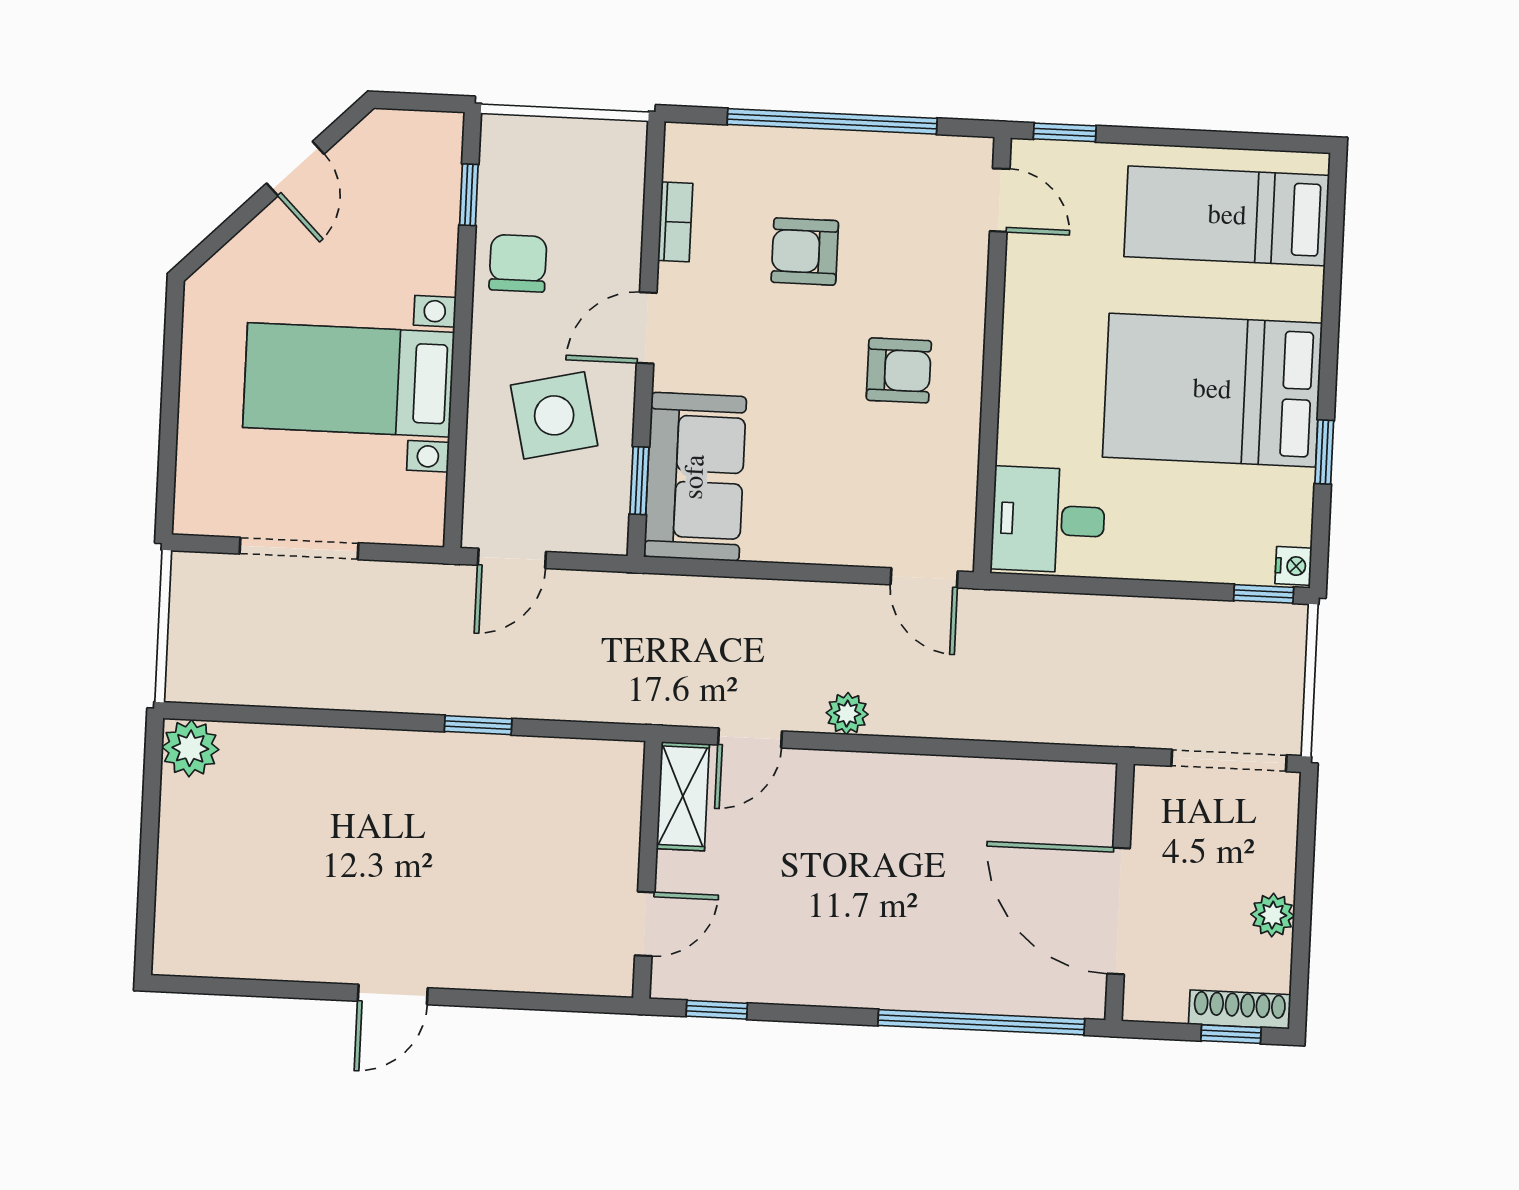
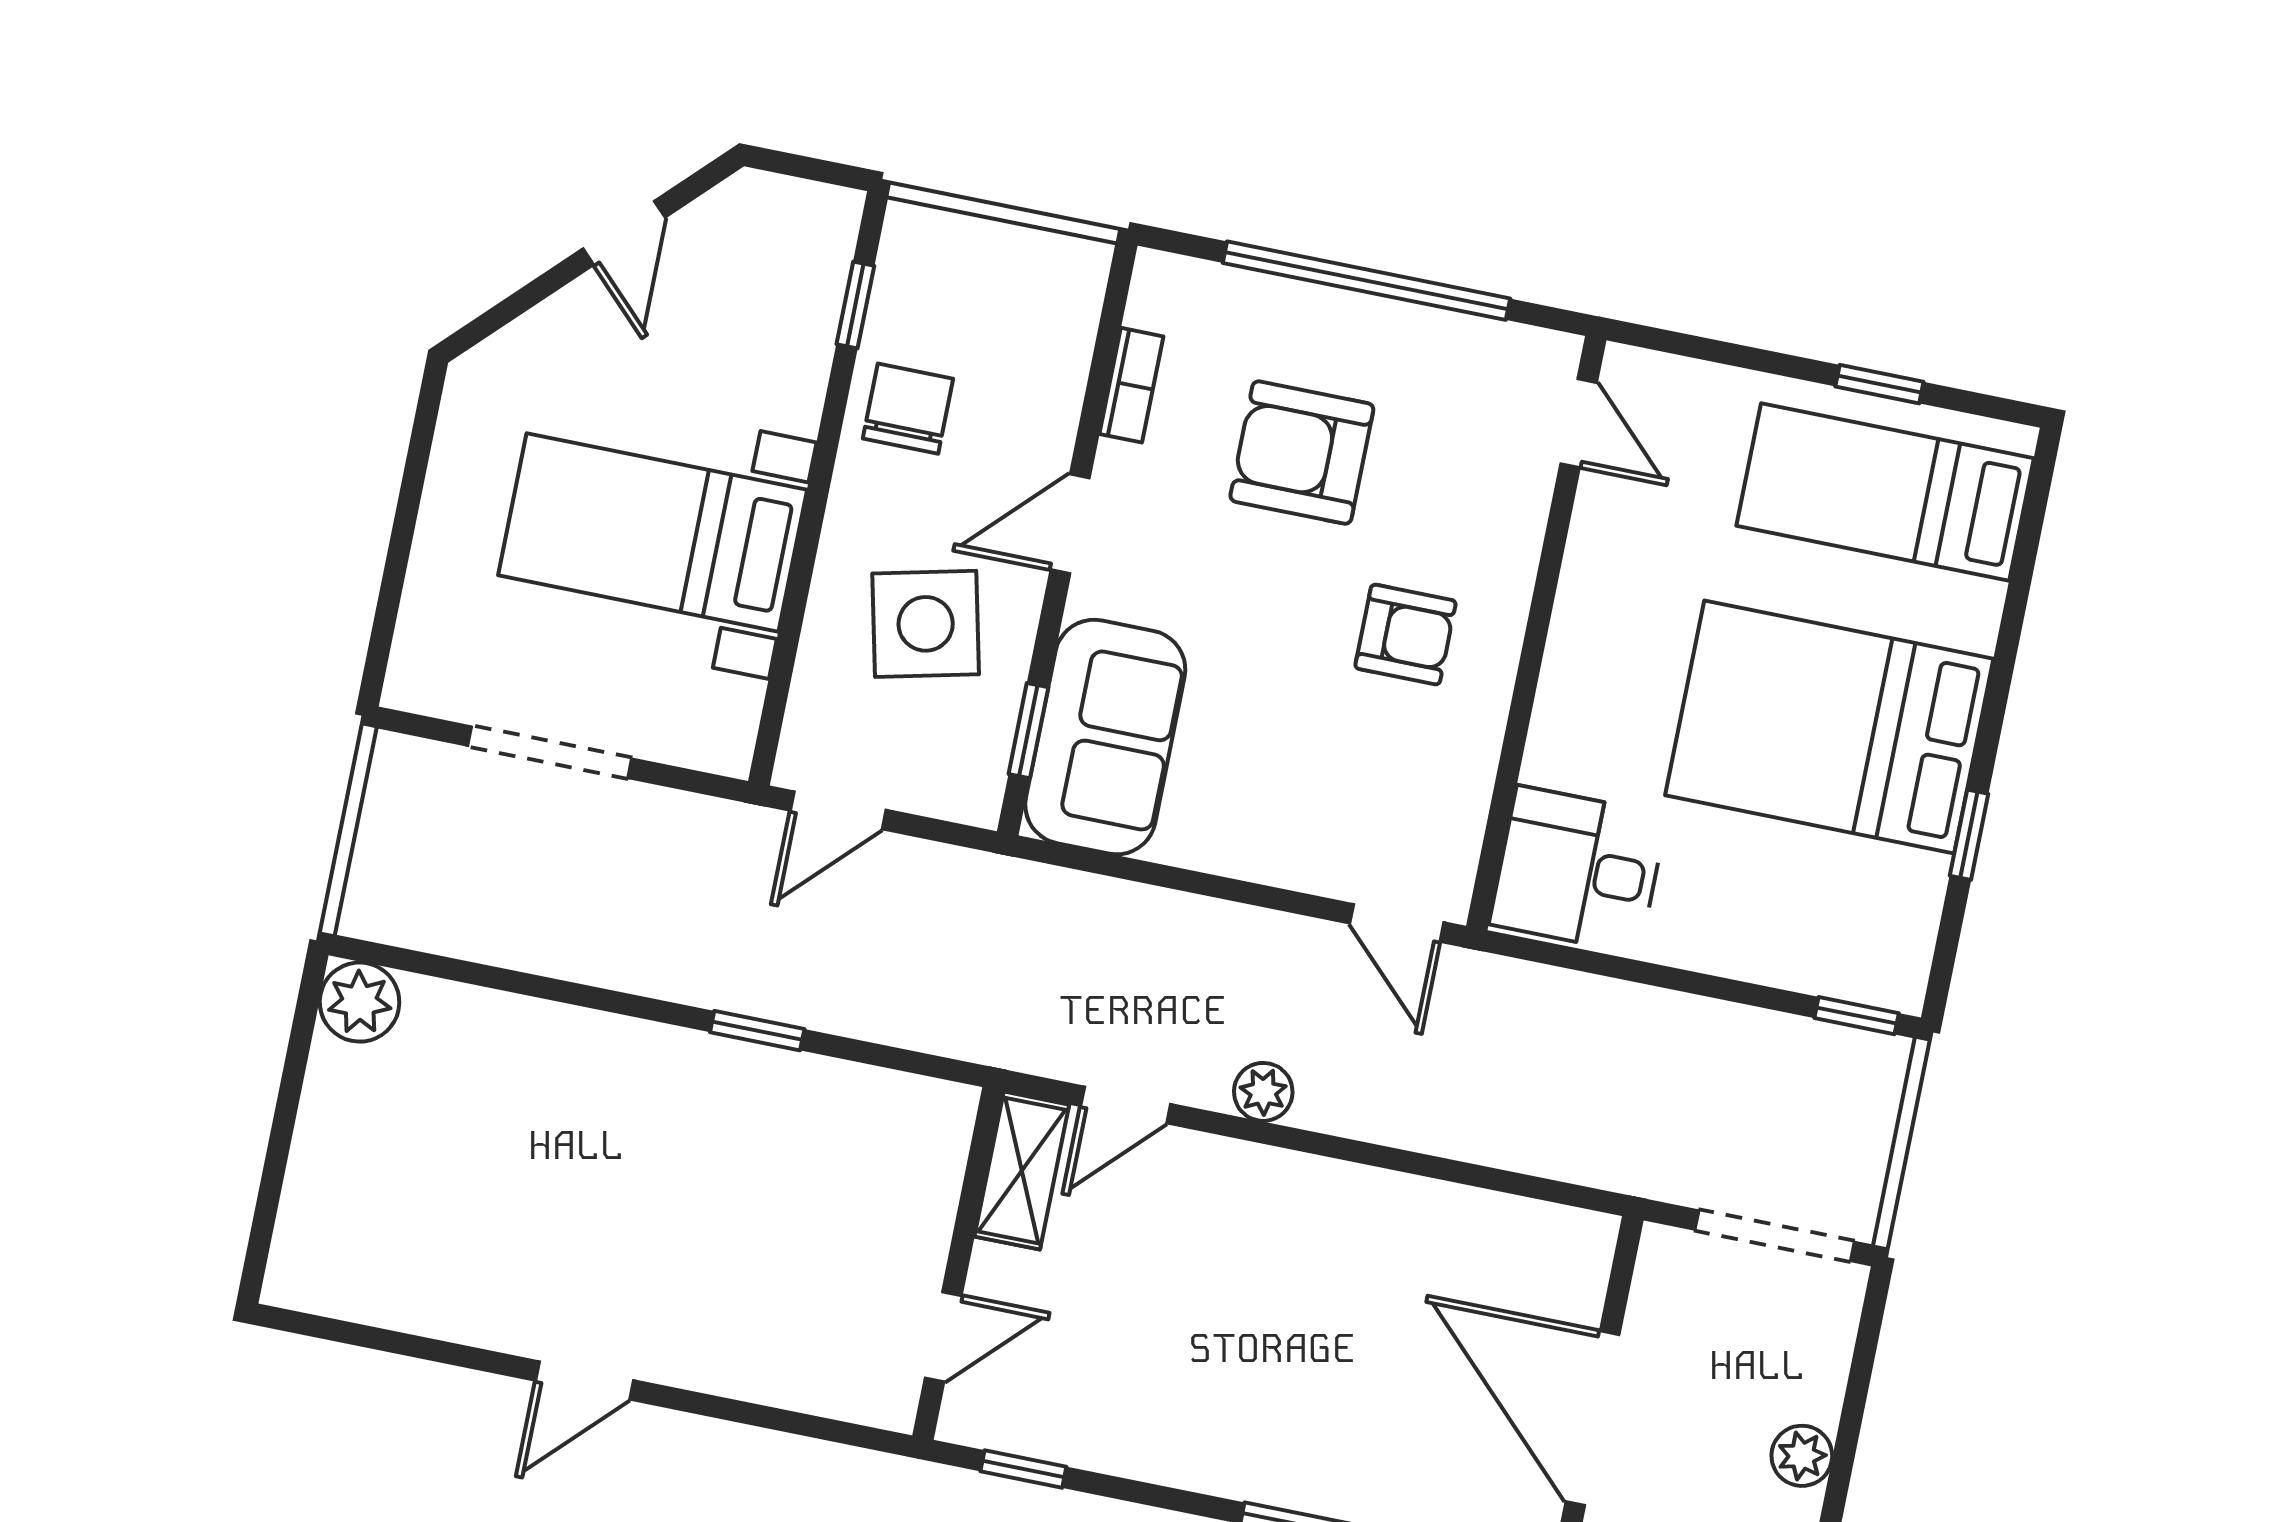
window: (1065, 132) -> (1879, 384), moved
armchair: (805, 252) -> (1302, 453), width x1.38, depth x1.38
nightstand: (1293, 566) -> (1903, 984), removed

